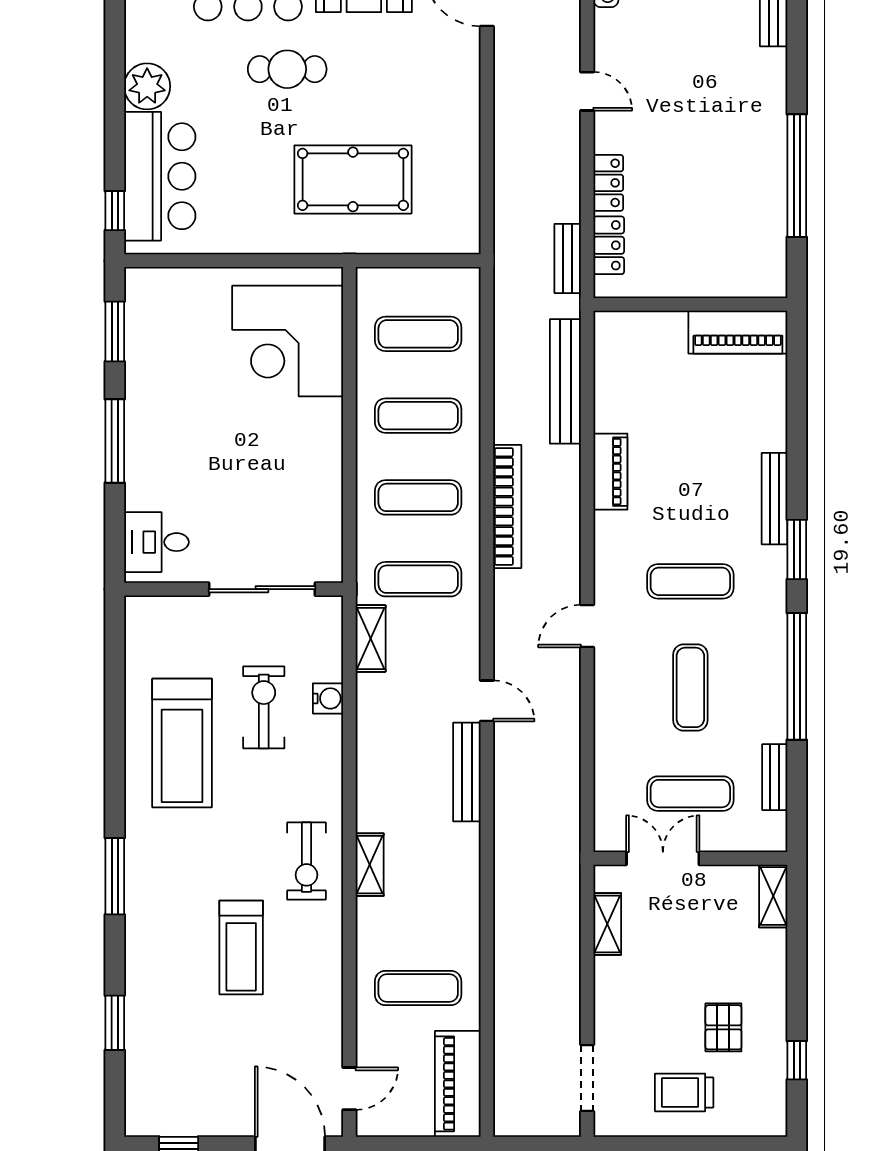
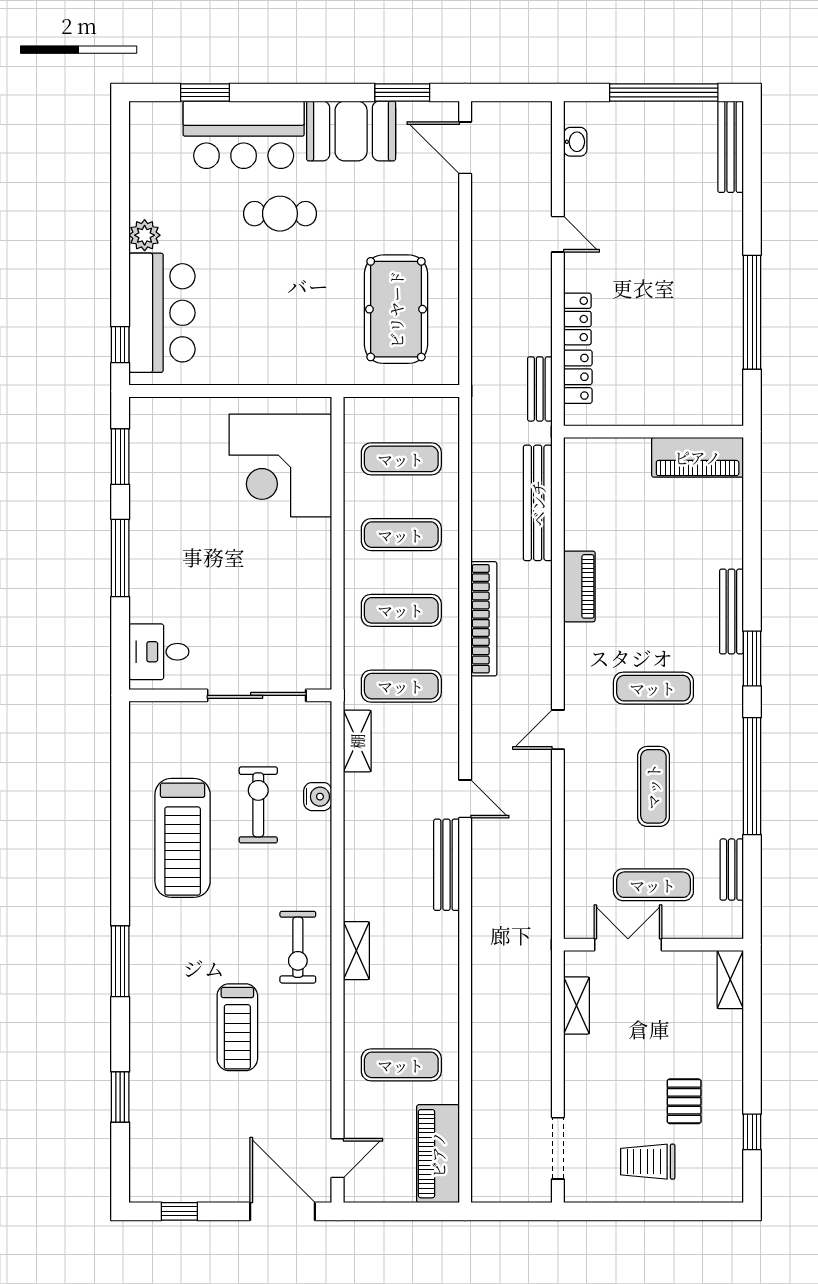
plant: (147, 86) -> (145, 235), width x0.73, depth x0.73
pool table: (353, 179) -> (396, 309), moved, turned 90

